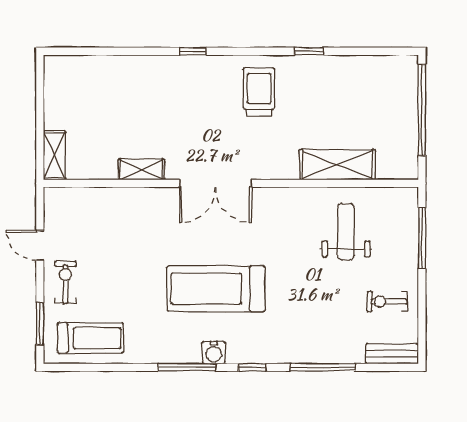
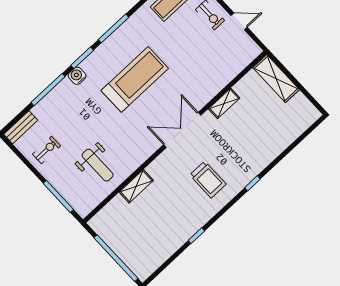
trolley: (259, 92) -> (208, 180), moved
shelving: (54, 155) -> (276, 79), width x1.50, depth x1.33
shelving: (337, 165) -> (136, 186), width x0.67, depth x0.75
water cooler: (214, 352) -> (77, 76), moved
window: (252, 367) -> (82, 58), width x1.50

